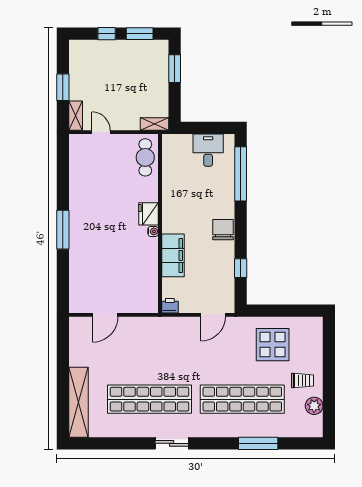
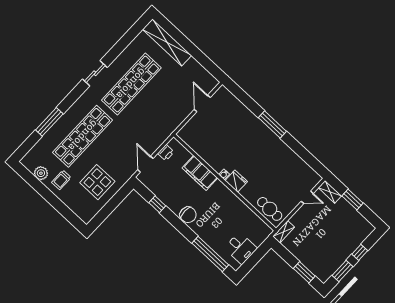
printer: (170, 306) -> (166, 153), moved

